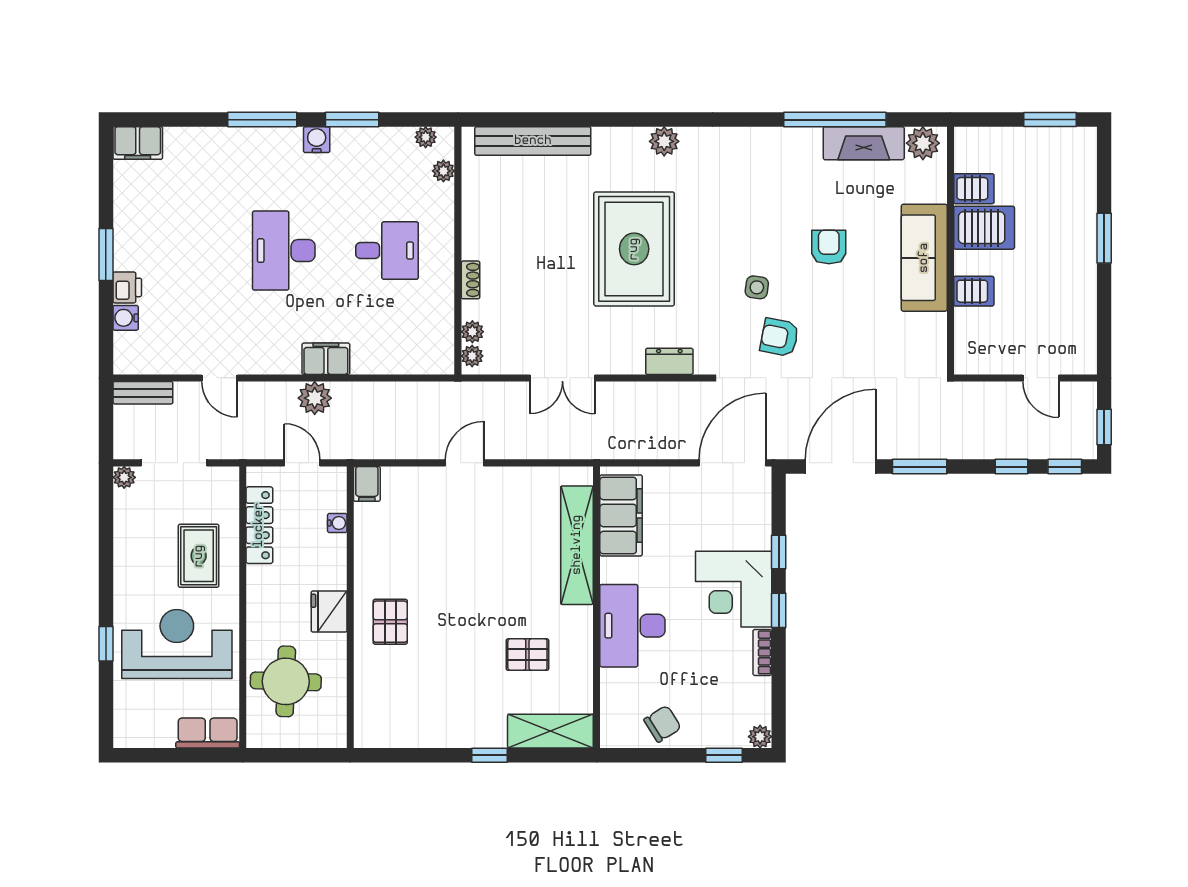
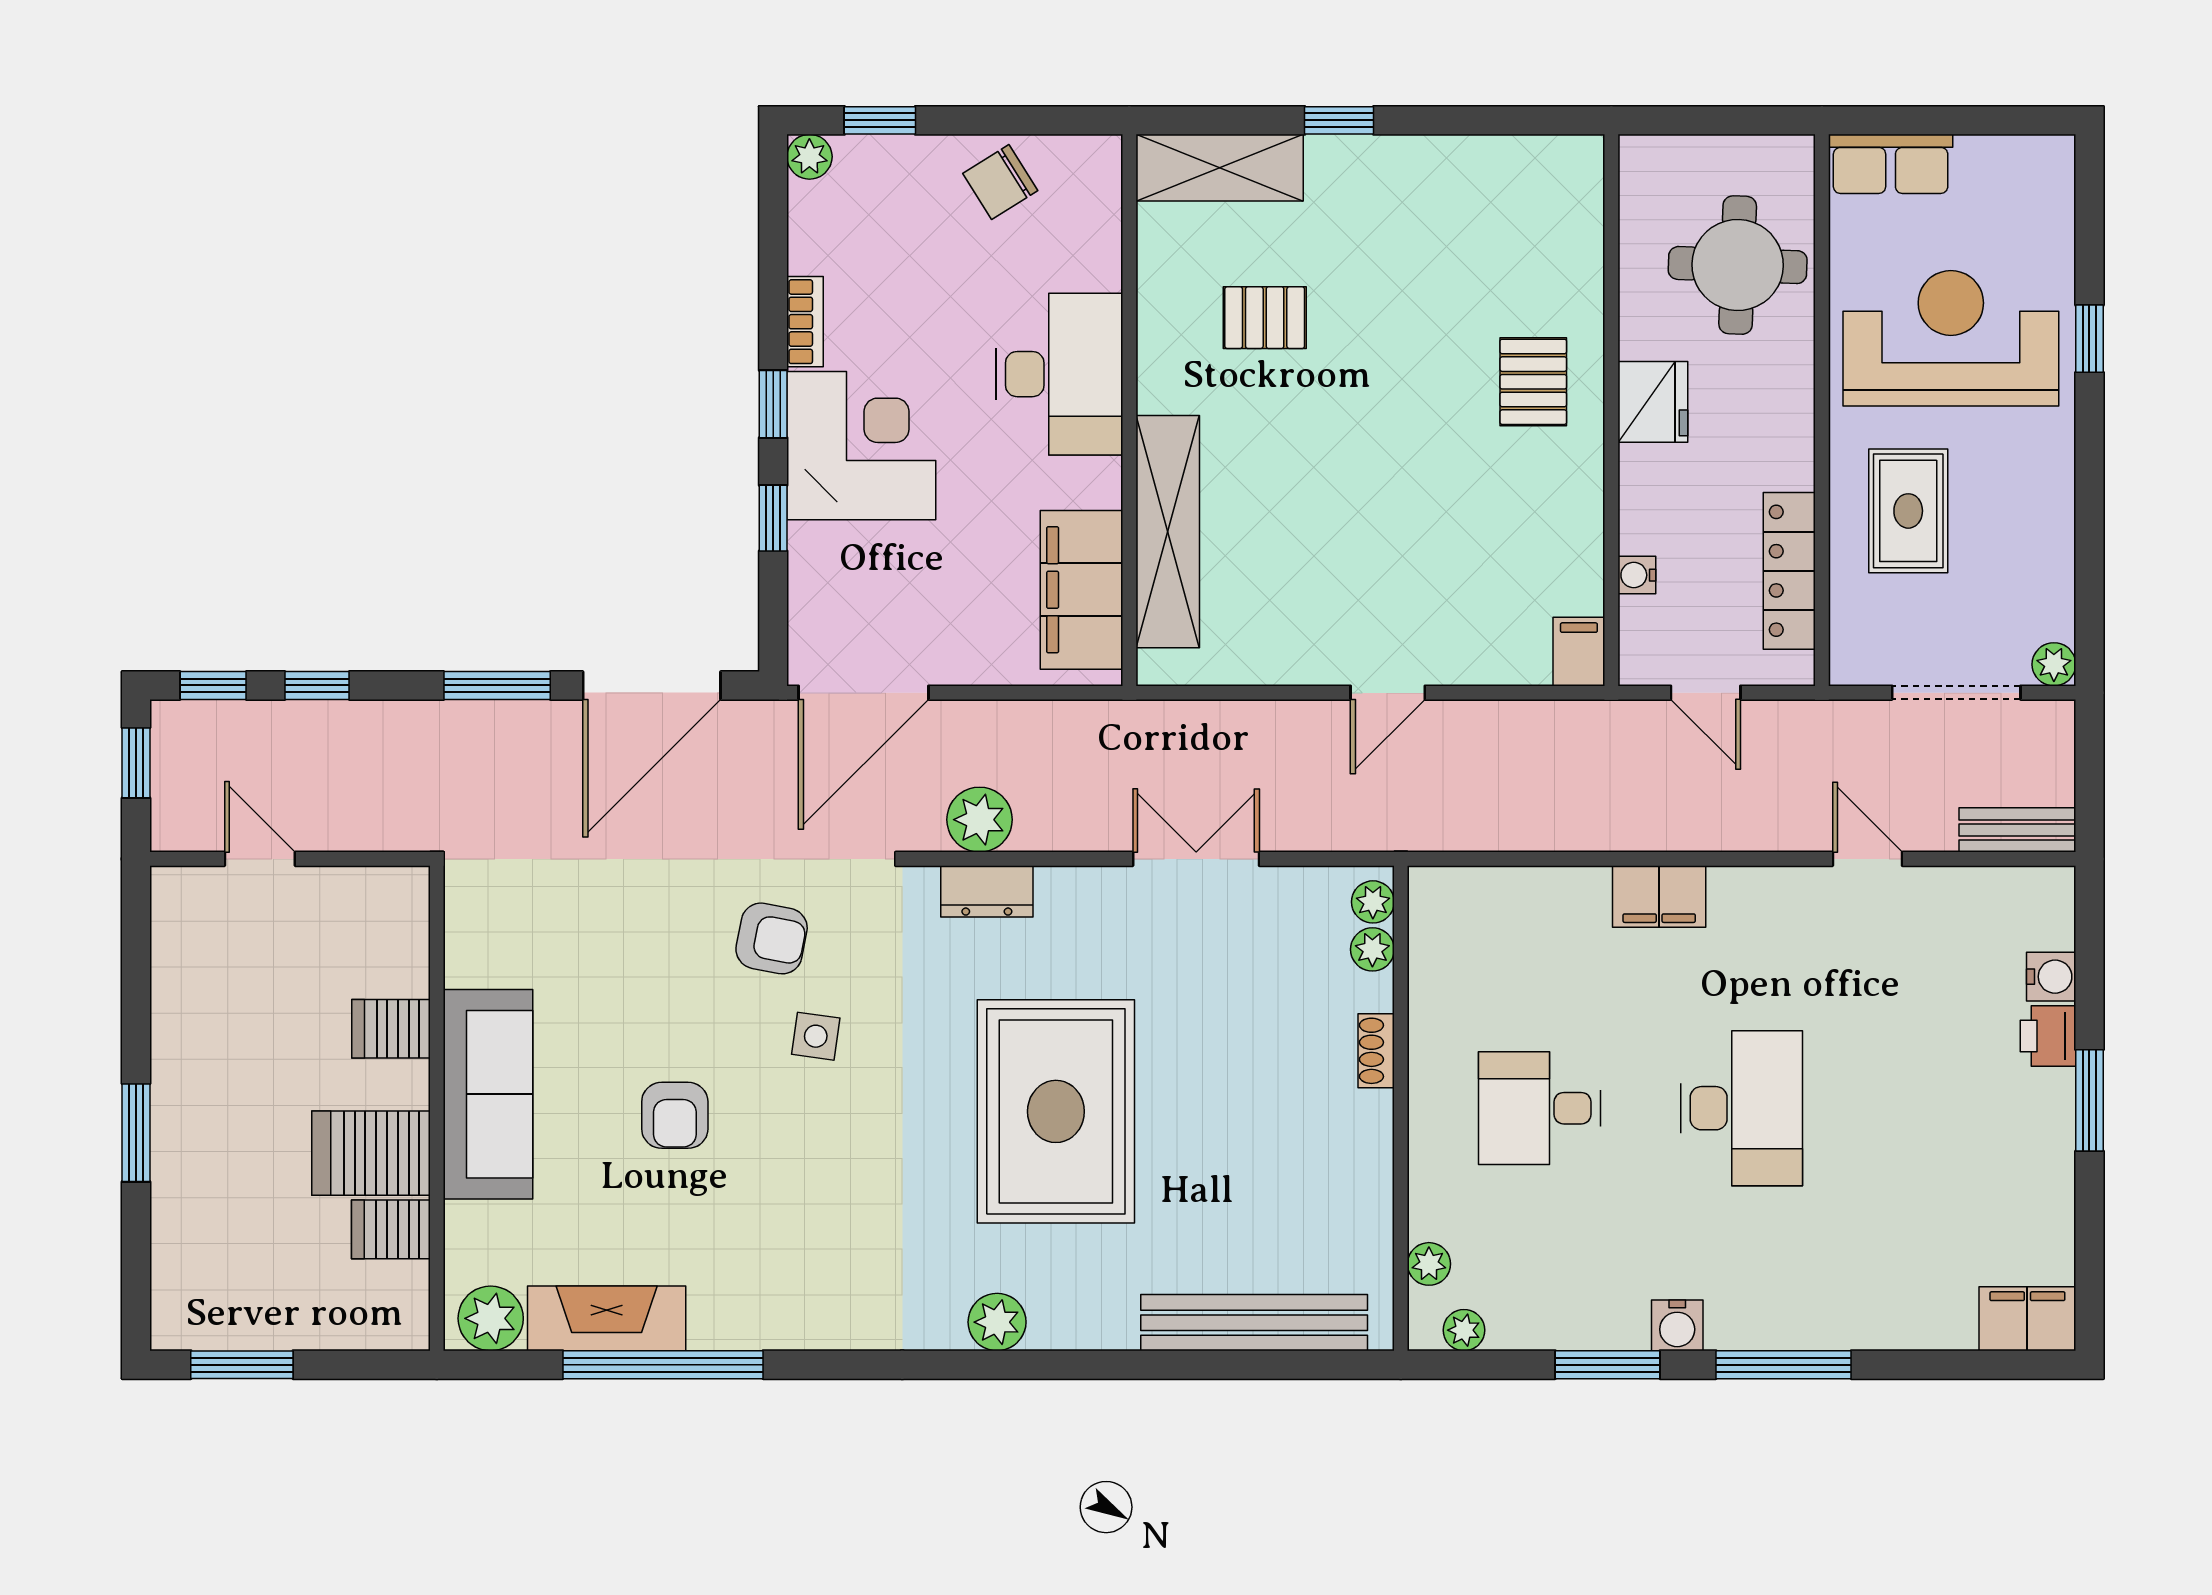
plant: (315, 398) -> (980, 820), moved
reception desk: (177, 644) -> (1951, 338), turned 180

